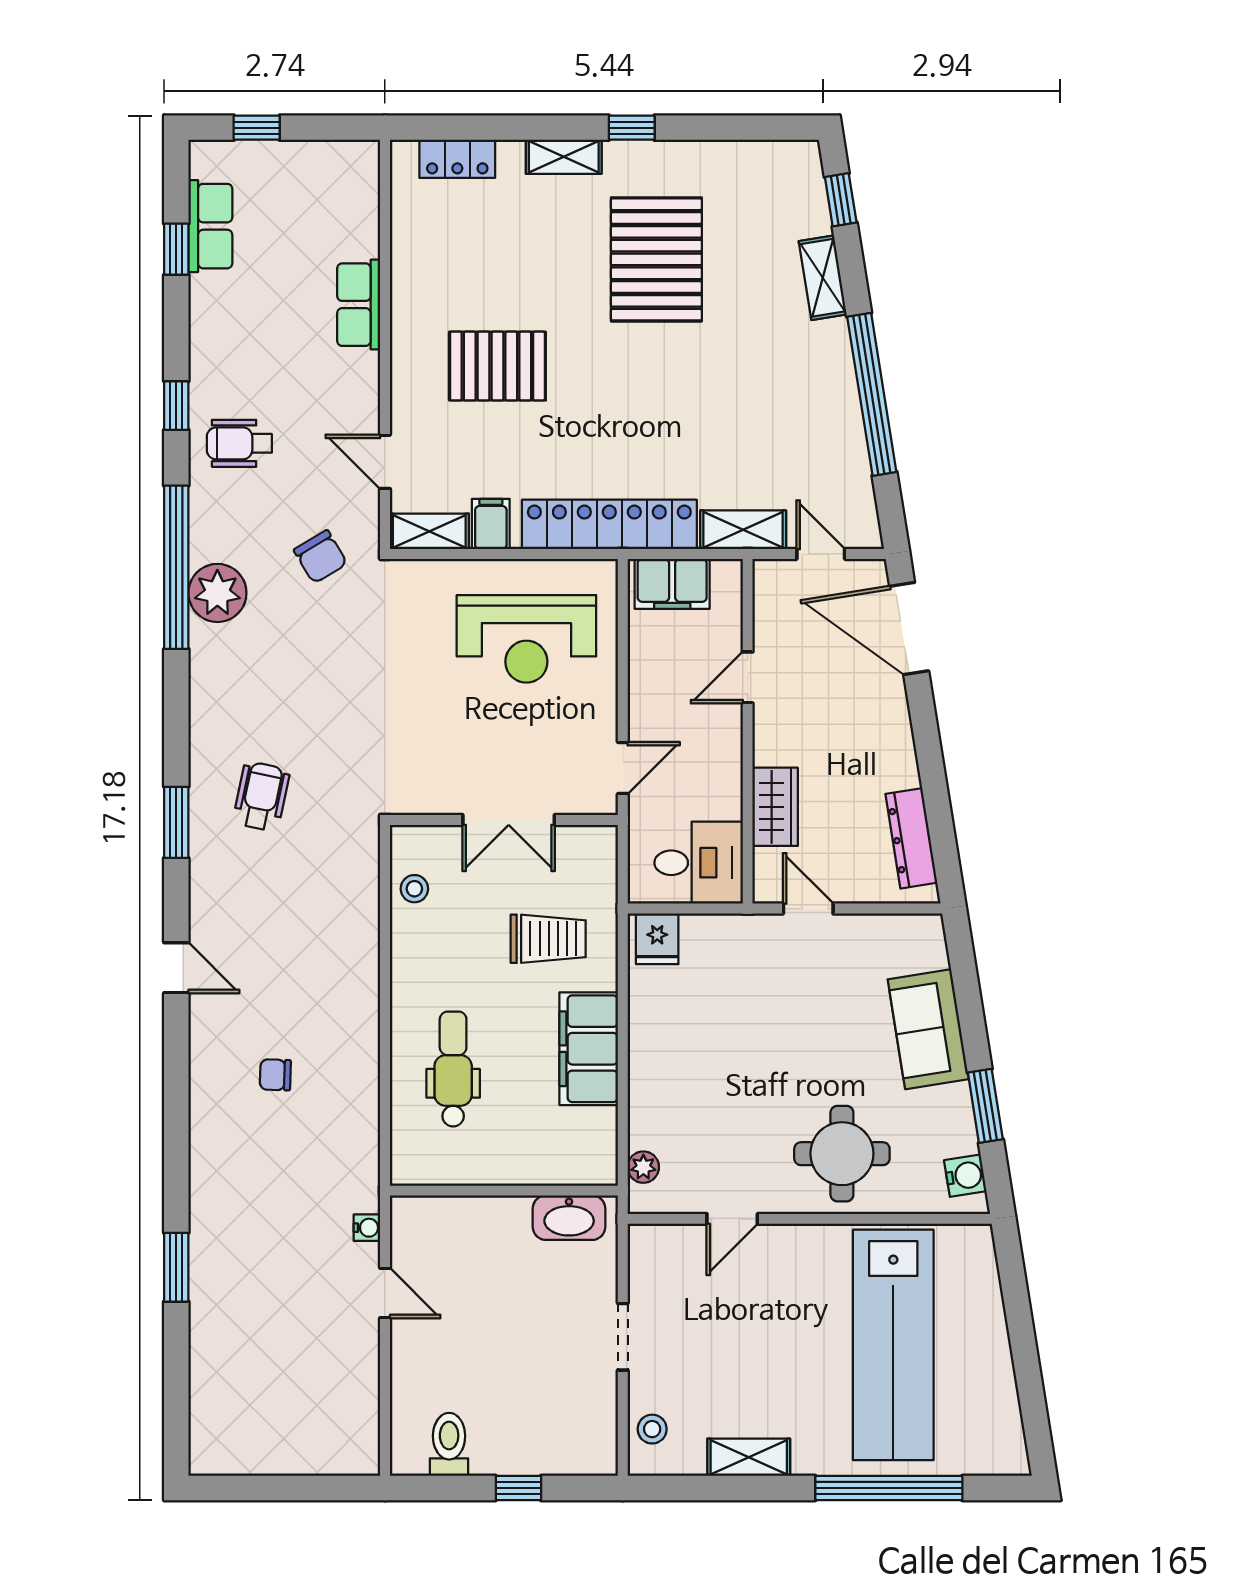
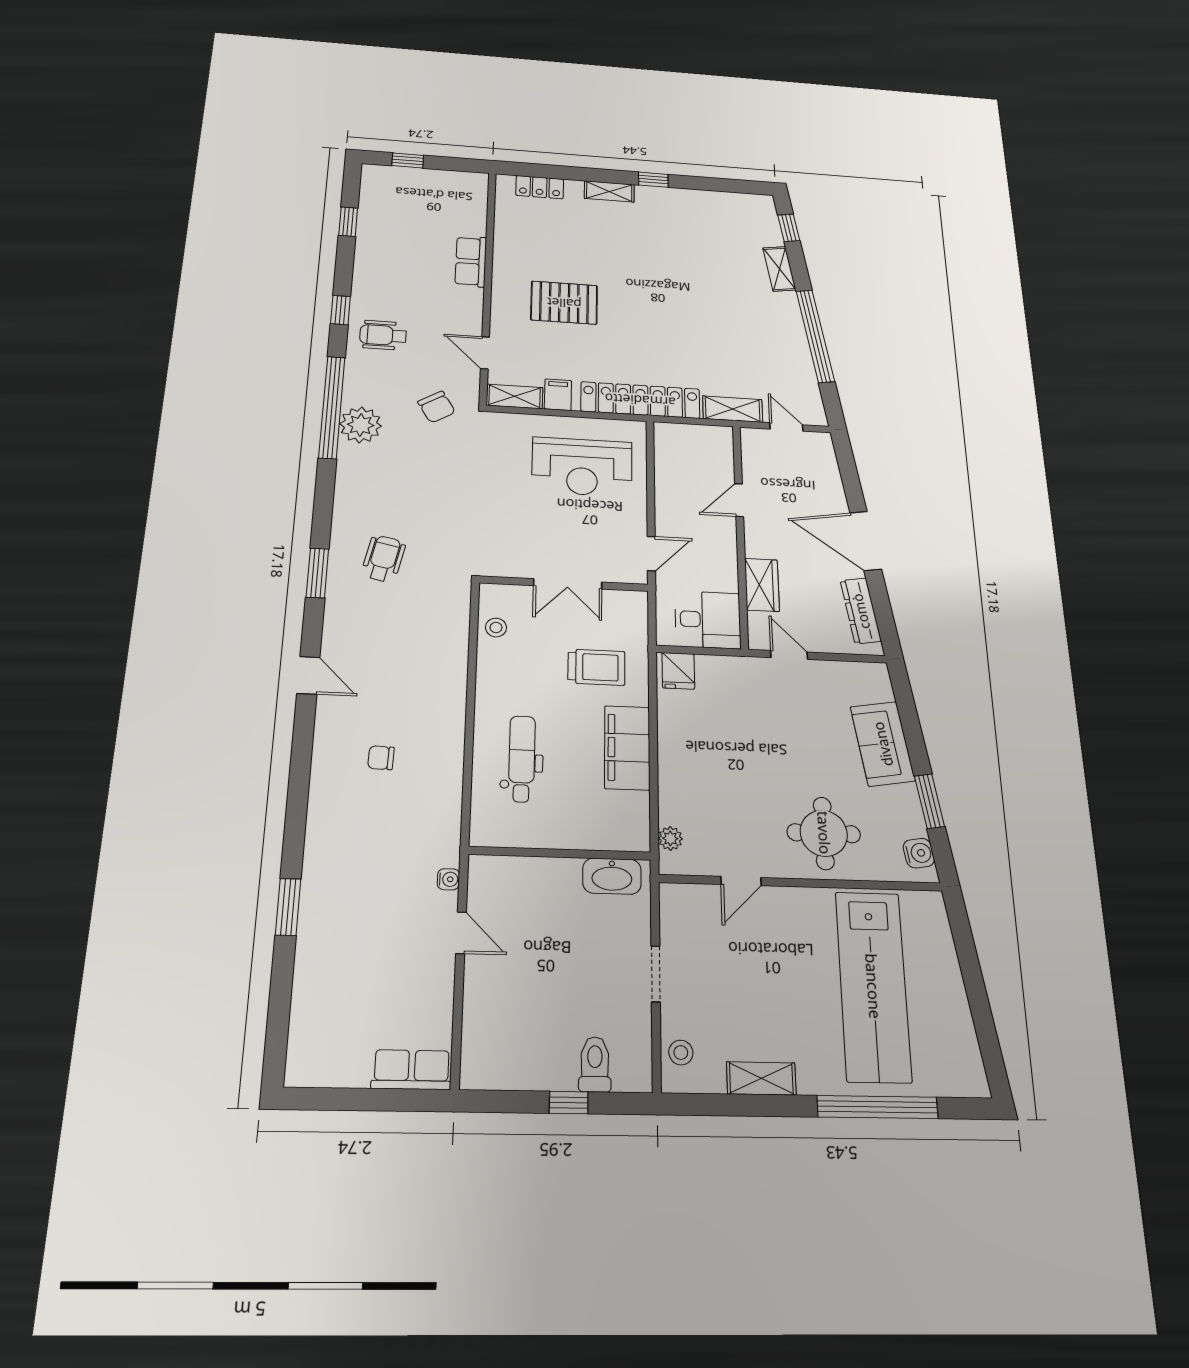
row of seats: (210, 226) -> (412, 1070), moved, turned -90
pallet: (656, 259) -> (670, 251), removed
filing cabinet: (672, 584) -> (685, 439), removed
door: (909, 629) -> (866, 541), moved
toilet: (449, 1444) -> (595, 1064), moved

